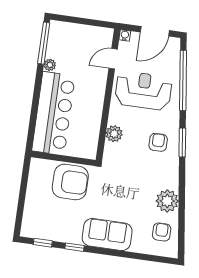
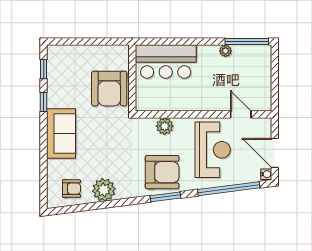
water cooler: (125, 35) -> (266, 174), moved
bar counter: (54, 113) -> (166, 62), width x0.73
armchair: (158, 142) -> (162, 172), width x1.88, depth x1.88

